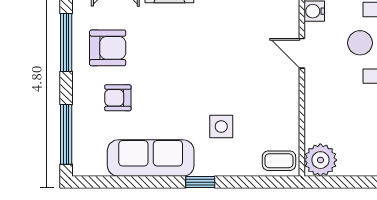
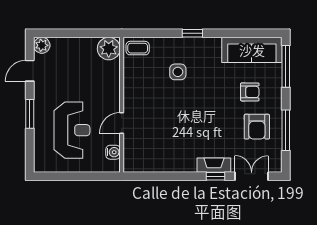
armchair: (108, 48) -> (257, 127), turned -90
door: (302, 53) -> (122, 123), swing flipped
sofa: (151, 158) -> (252, 50), moved

